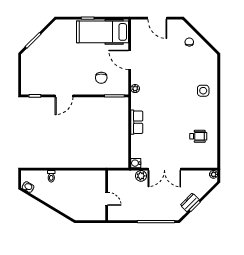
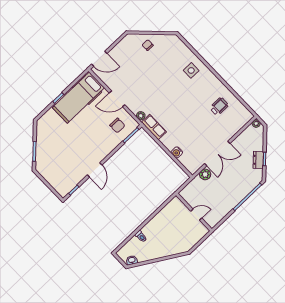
door: (157, 18) -> (99, 59), moved
chair: (101, 78) -> (117, 125), moved
row of seats: (137, 122) -> (154, 127), moved
water cooler: (136, 163) -> (177, 152), moved

